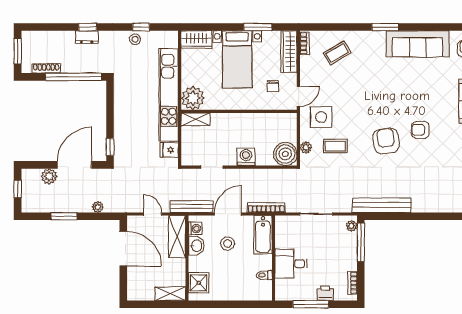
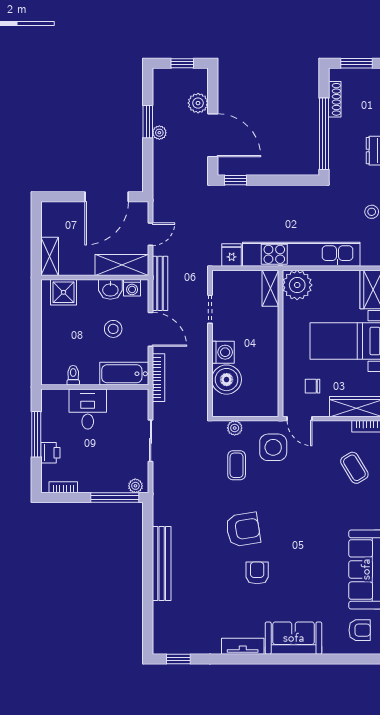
boiler: (285, 154) -> (227, 380), moved
bench: (382, 205) -> (162, 563), moved
plant: (98, 207) -> (159, 133), moved

